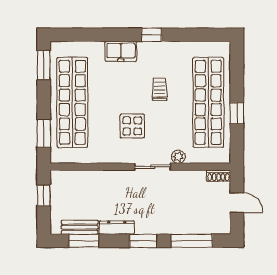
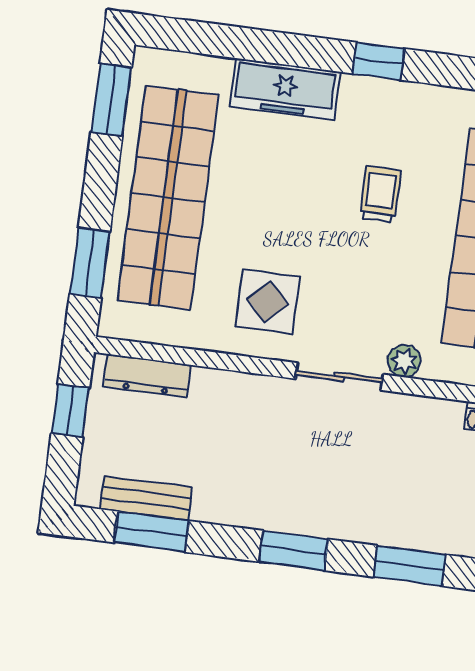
freezer: (121, 51) -> (285, 89), width x1.40
display table: (132, 126) -> (268, 302), moved
dresser: (117, 227) -> (147, 376), moved, turned 180
window: (192, 241) -> (410, 566), width x0.69

